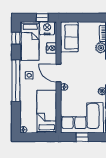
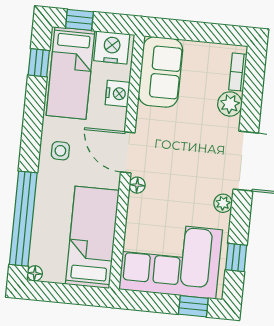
window: (42, 18) -> (79, 20), moved
window: (16, 81) -> (23, 219), moved
window: (82, 137) -> (193, 306), moved

